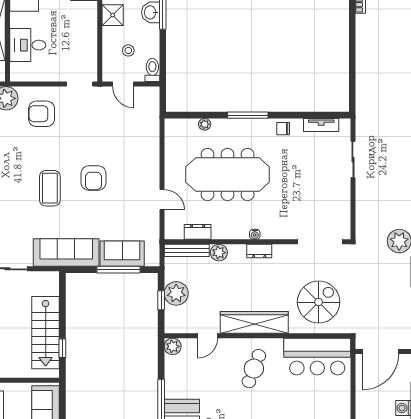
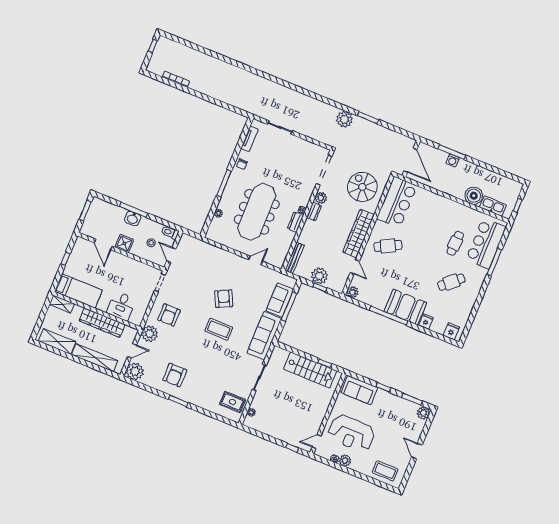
door: (123, 84) -> (171, 255), swing flipped
armchair: (93, 178) -> (224, 299), turned -116
dresser: (198, 232) -> (295, 222), moved
plant: (219, 253) -> (321, 198), moved
cafe table: (254, 369) -> (388, 246), turned -49

